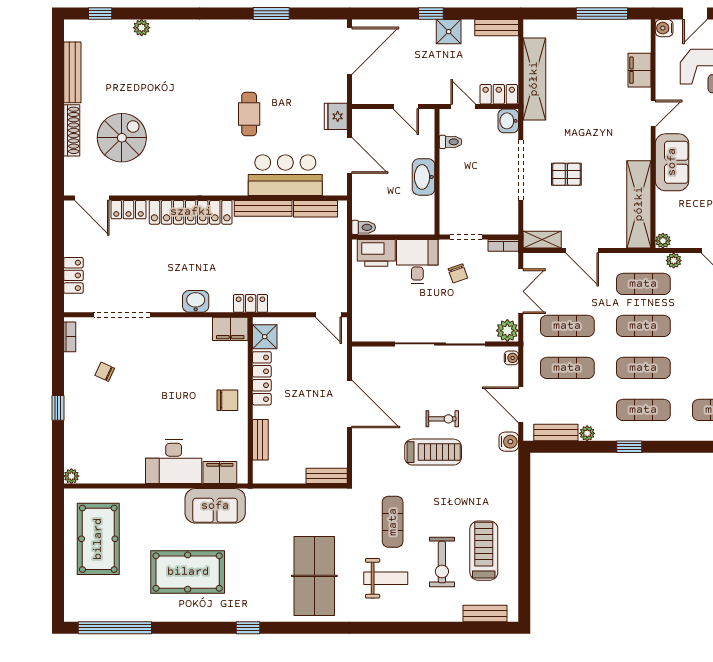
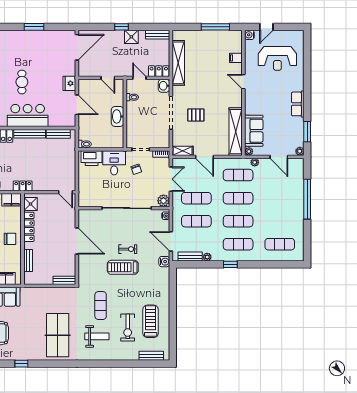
filing cabinet: (639, 70) -> (236, 58), width x0.50
door: (653, 113) -> (243, 82), swing flipped
sofa: (672, 162) -> (254, 131), moved
bar counter: (285, 175) -> (28, 116), moved
treadmill: (433, 452) -> (123, 267), turned 180

